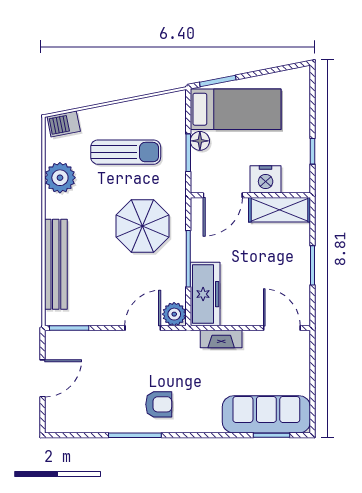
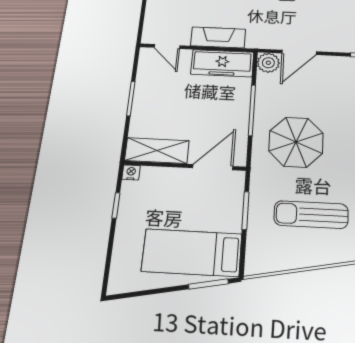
floor lamp: (200, 141) -> (232, 222), removed
nightstand: (266, 179) -> (131, 172), moved, width x0.53, depth x0.56
freezer: (205, 294) -> (222, 63), moved, turned -90
door: (282, 328) -> (167, 47), width x0.73
fireplace: (221, 339) -> (218, 37), width x1.37, depth x1.32

